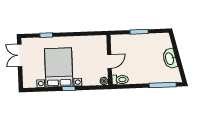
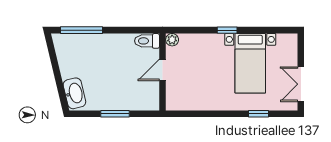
double door: (20, 55) -> (301, 84), swing flipped
washbasin: (170, 59) -> (74, 93), moved
bed with nightstands: (59, 67) -> (250, 63), width x0.73

